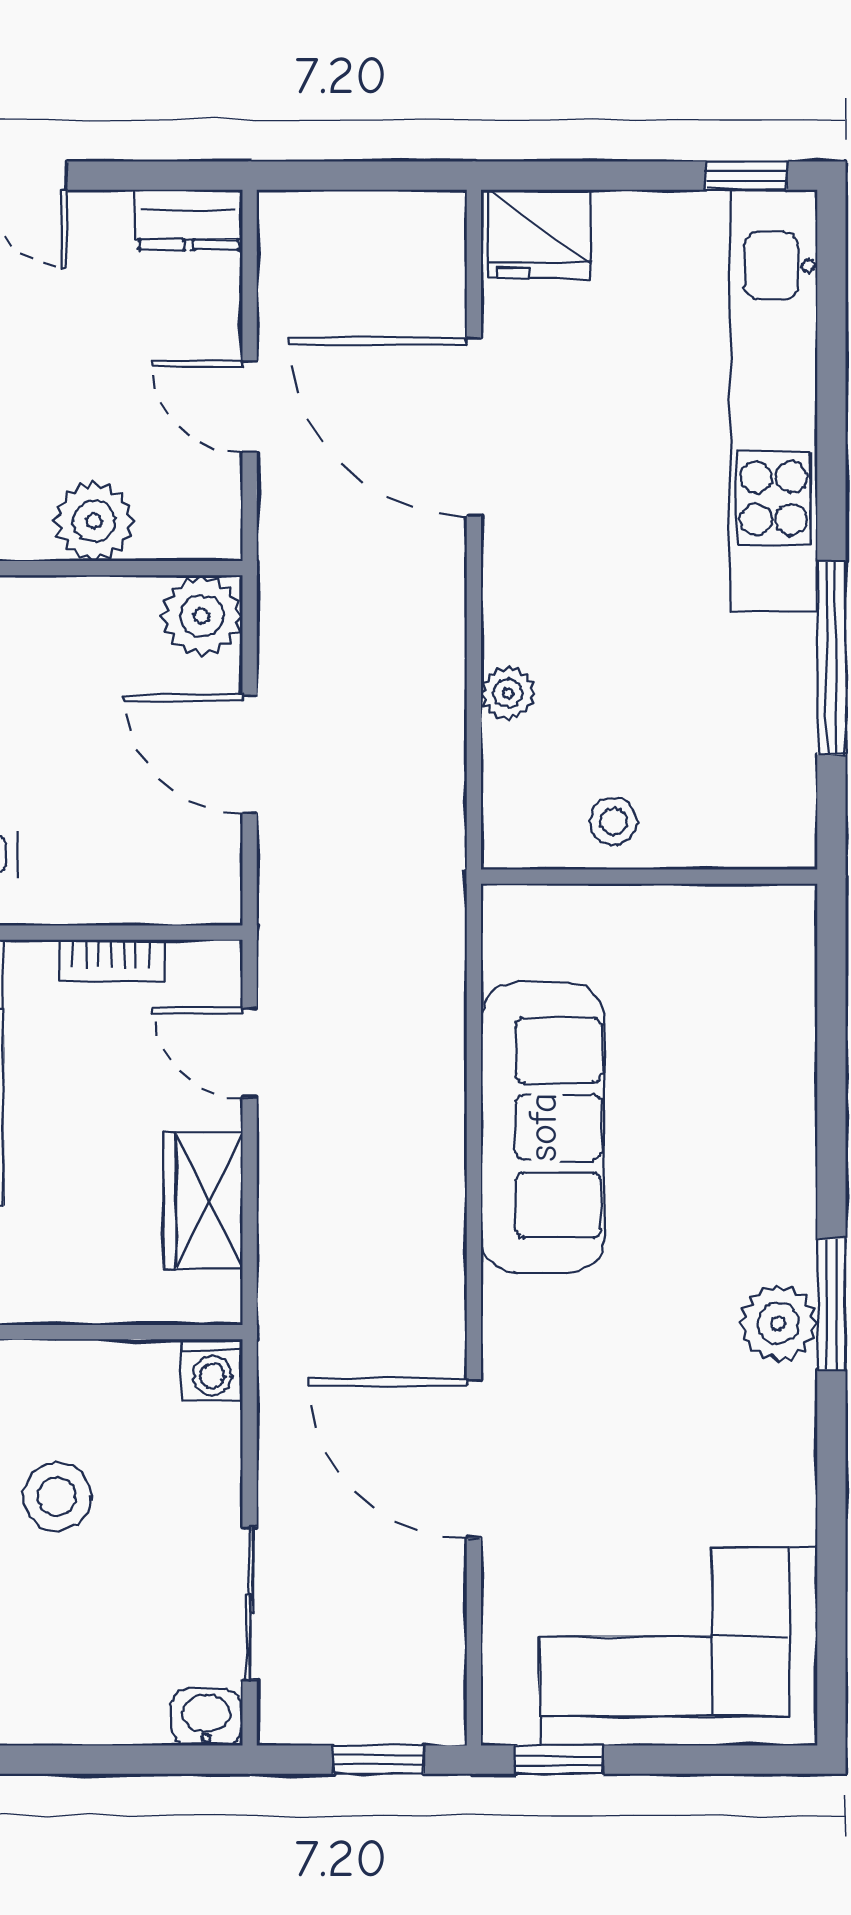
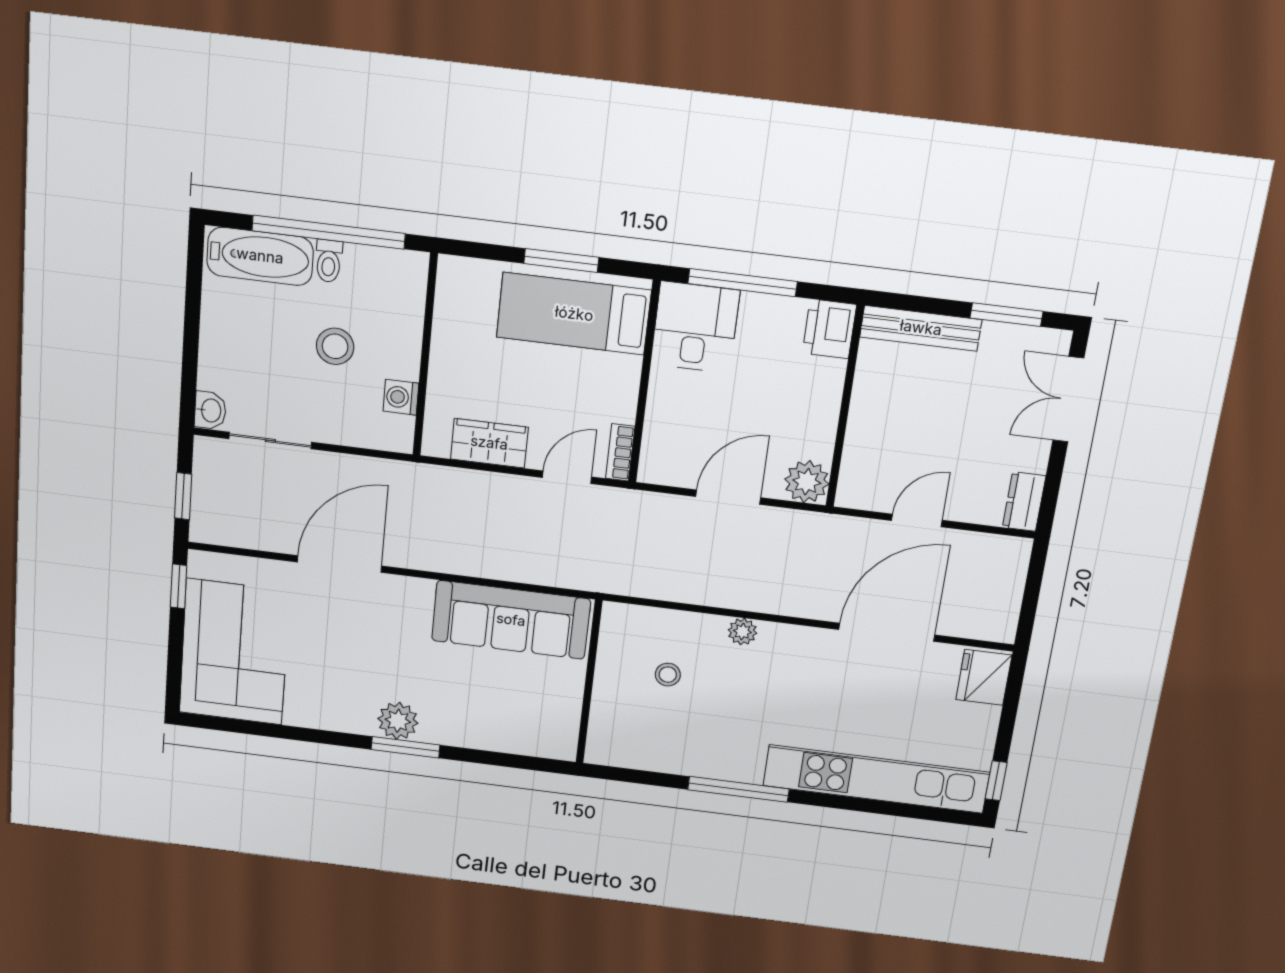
plant: (94, 521) -> (867, 432), removed
wall: (649, 877) -> (589, 682), moved
bookcase: (111, 961) -> (620, 452), moved
washing machine: (212, 1370) -> (401, 397), moved

